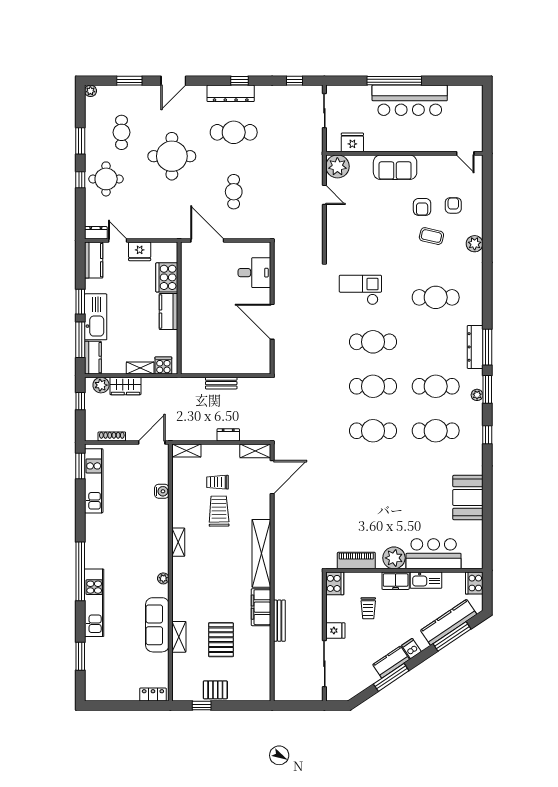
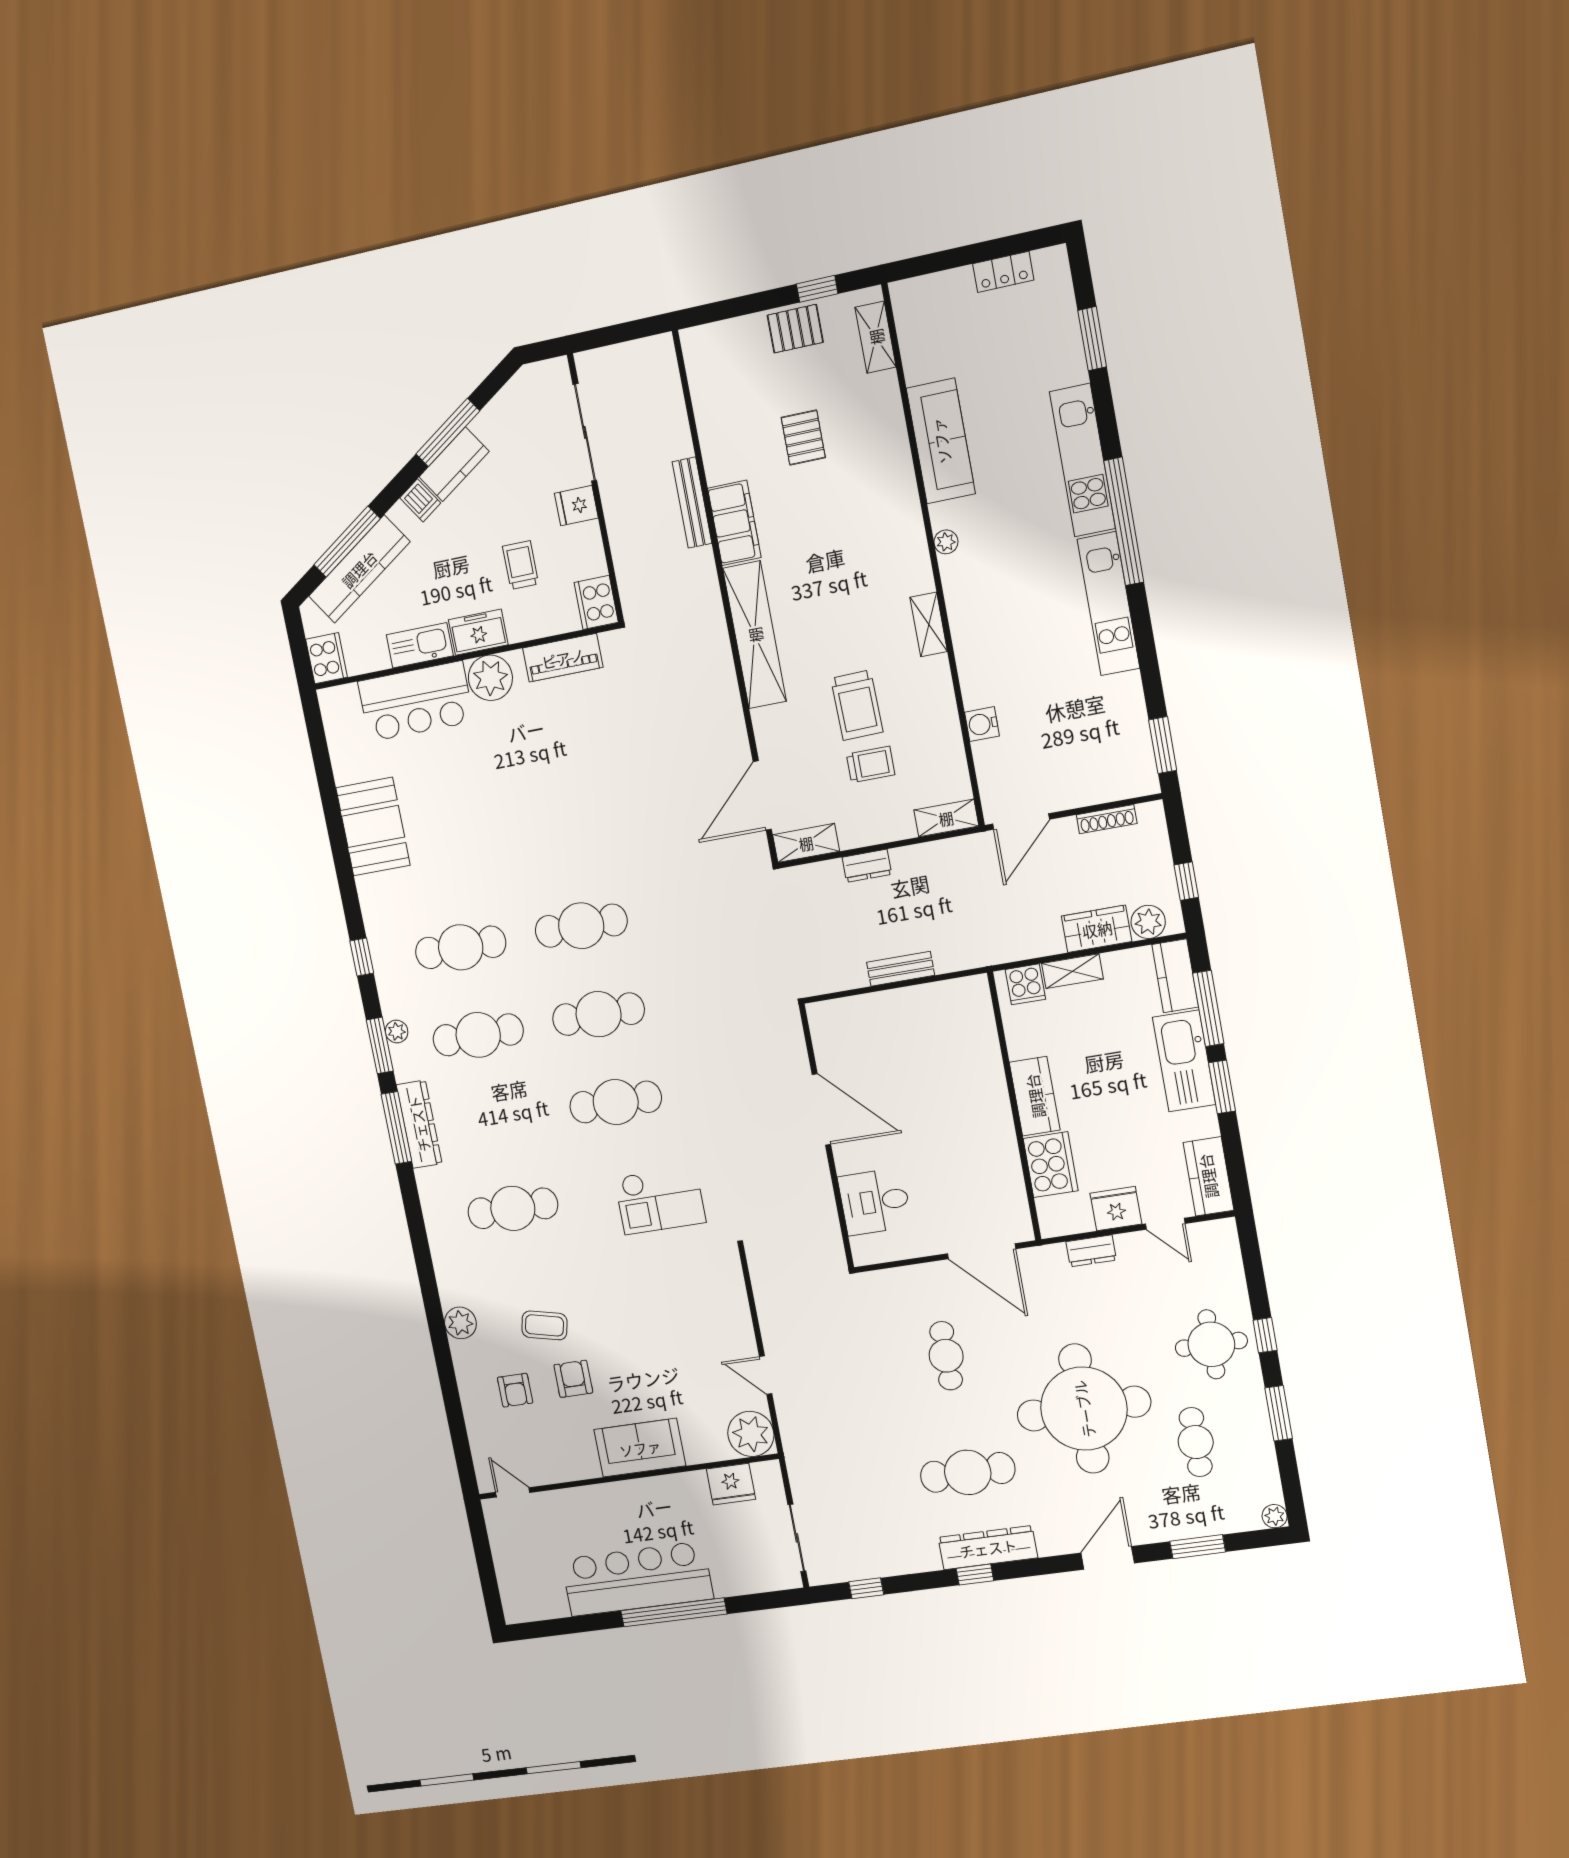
round table: (172, 156) -> (1084, 1409), width x1.36, depth x1.36
dresser: (96, 233) -> (1091, 1251), moved
kitchen unit: (94, 481) -> (1109, 604), moved
shelving: (179, 637) -> (876, 337), moved
pallet: (221, 640) -> (803, 438), width x0.67, depth x0.71
locker: (153, 695) -> (1003, 272), moved

